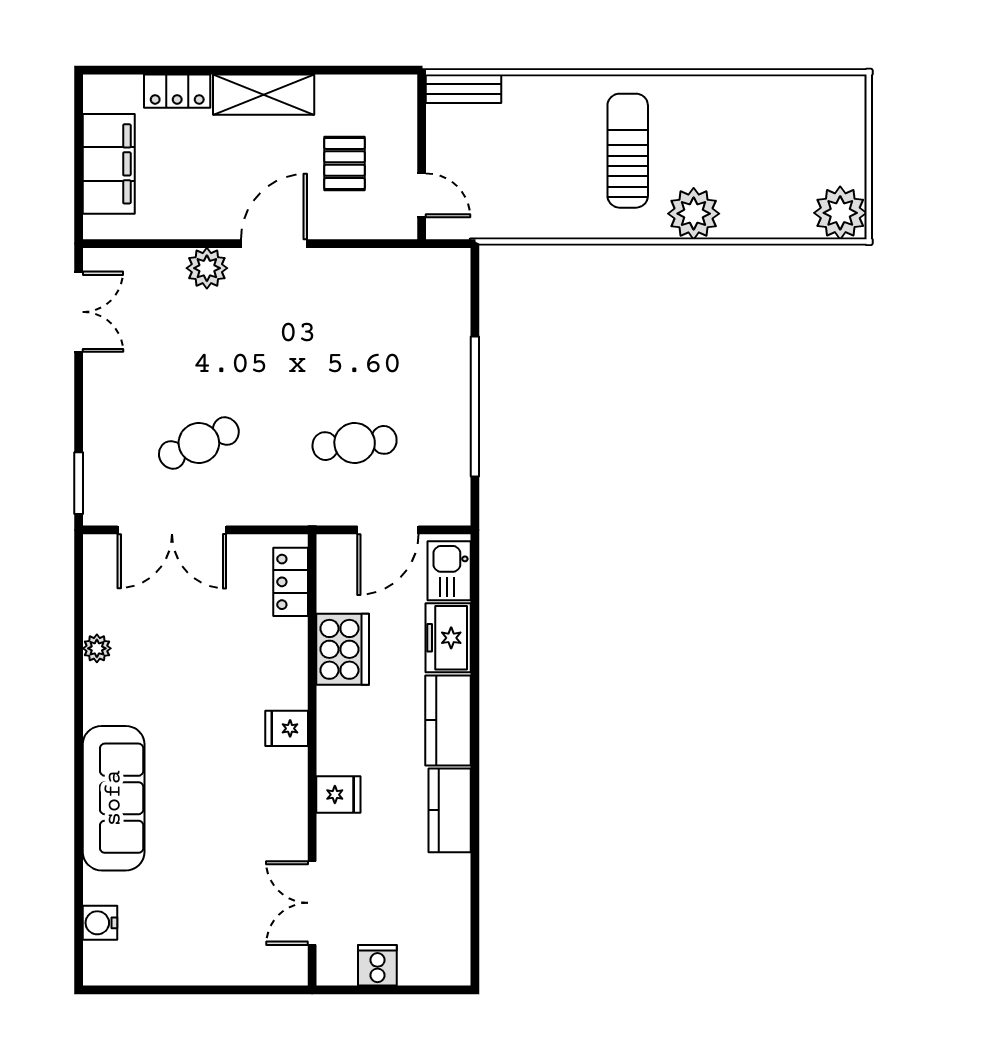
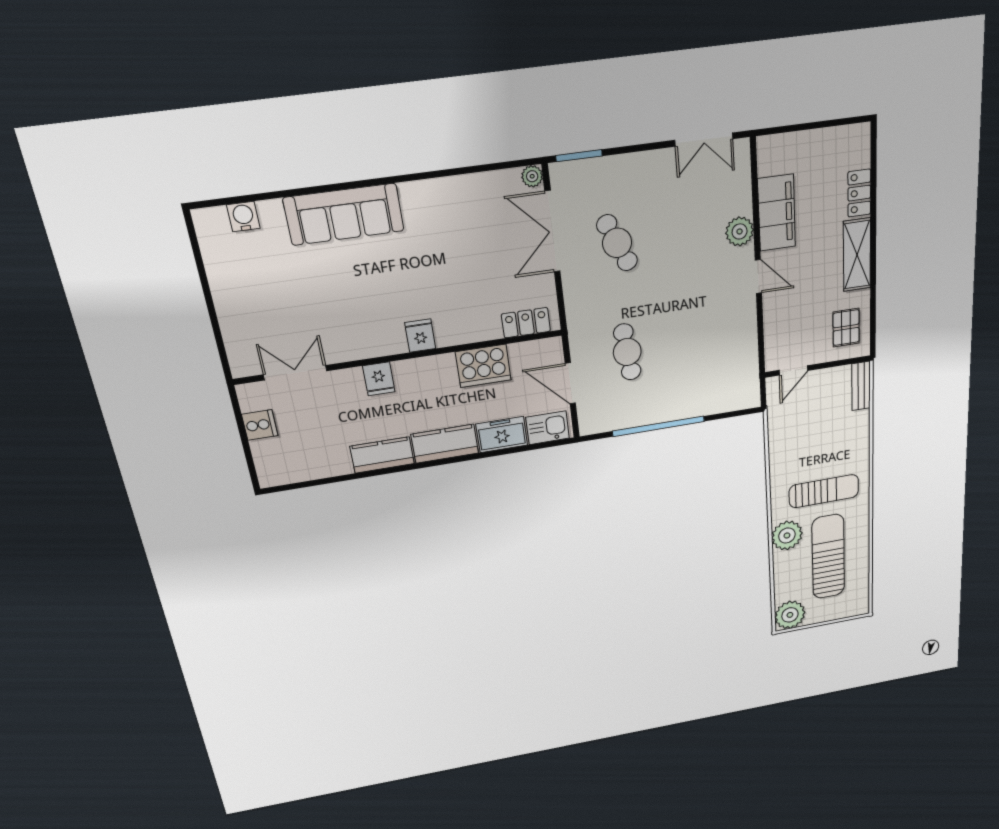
sun lounger: (745, 145) -> (828, 557), added
filing cabinet: (109, 164) -> (777, 213), moved, turned -90
pallet: (345, 164) -> (846, 328), moved, turned 90
door: (274, 244) -> (758, 277), width x0.73
plant: (97, 648) -> (532, 176), moved

